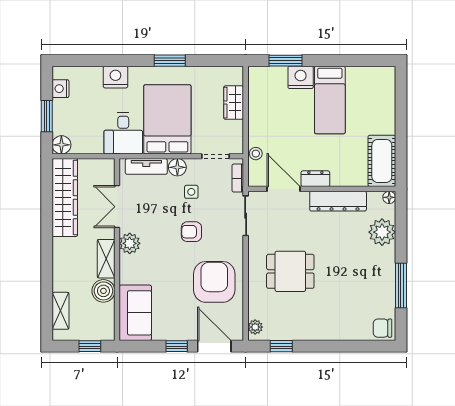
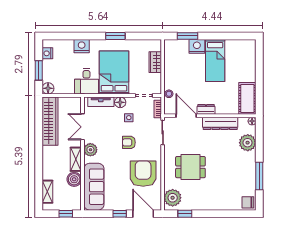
sofa: (135, 313) -> (94, 187), width x1.36
plant: (255, 327) -> (173, 198), width x1.87, depth x1.87

